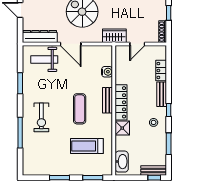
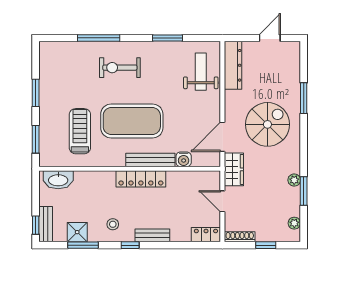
door: (71, 44) -> (222, 137), moved
locker: (161, 71) -> (206, 235), moved
bench: (108, 100) -> (150, 160), width x1.36
exercise mat: (80, 109) -> (132, 121), width x2.00, depth x1.45
shower: (122, 128) -> (77, 232), moved

